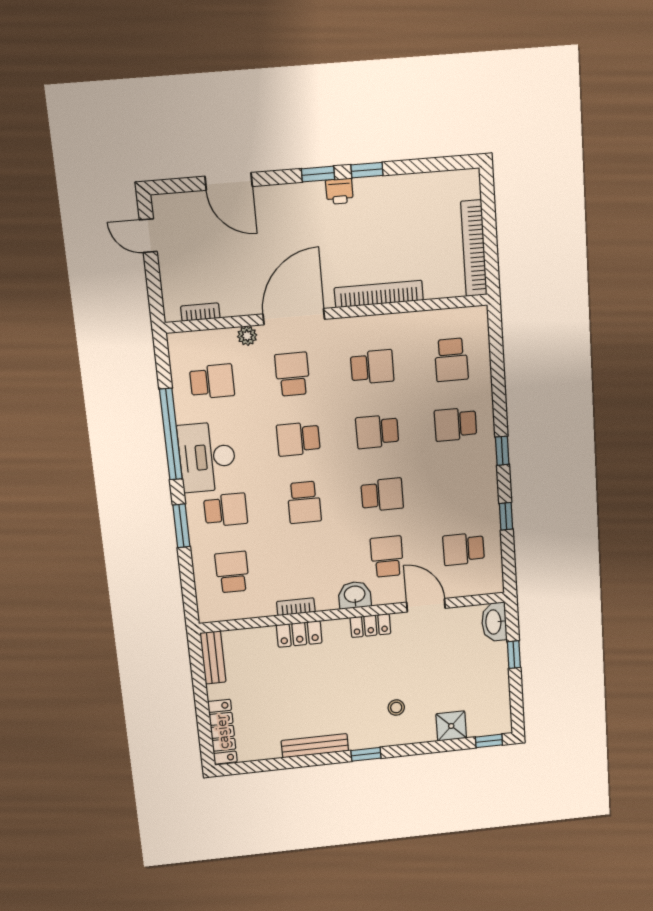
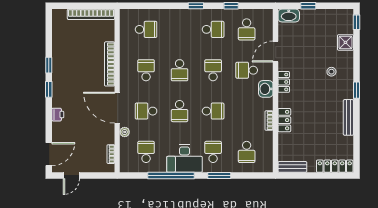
door: (229, 181) -> (49, 154), moved
printer: (339, 191) -> (58, 115), moved
school desk: (456, 424) -> (213, 29), moved, turned -90
school desk: (232, 572) -> (247, 152), turned -90

